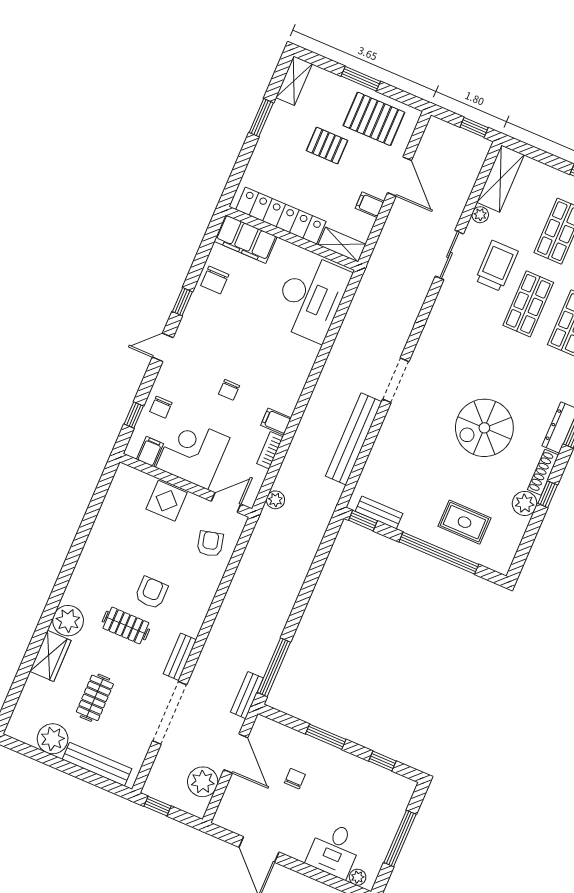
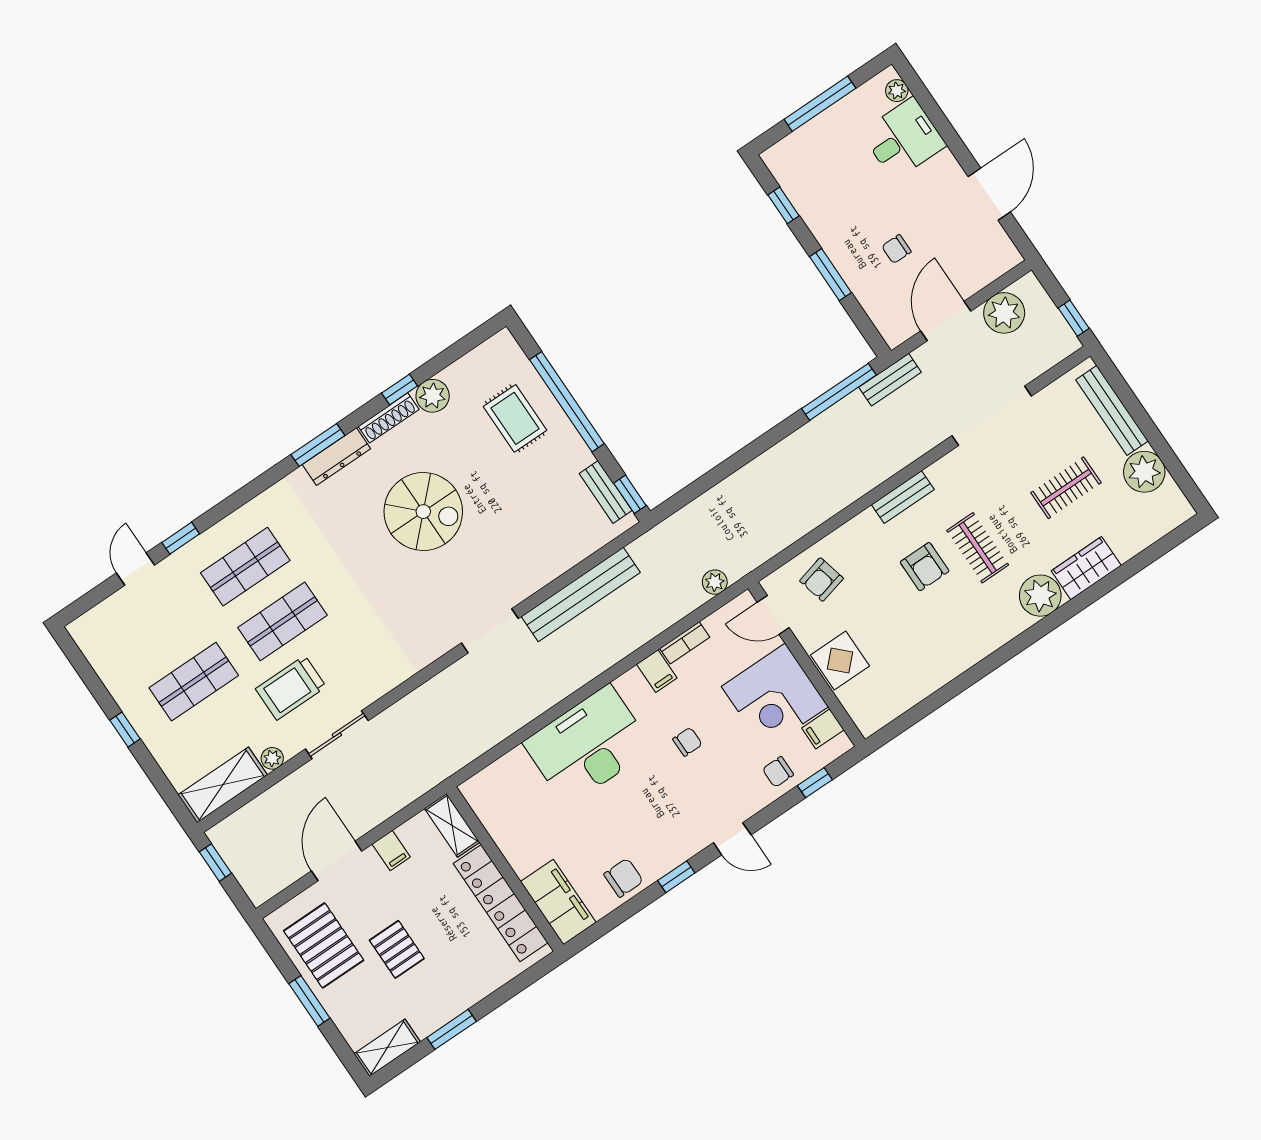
desk: (311, 297) -> (588, 745), moved
chair: (161, 407) -> (778, 772), turned 180
armchair: (151, 593) -> (925, 567), turned -90
bench: (180, 657) -> (903, 497), moved

